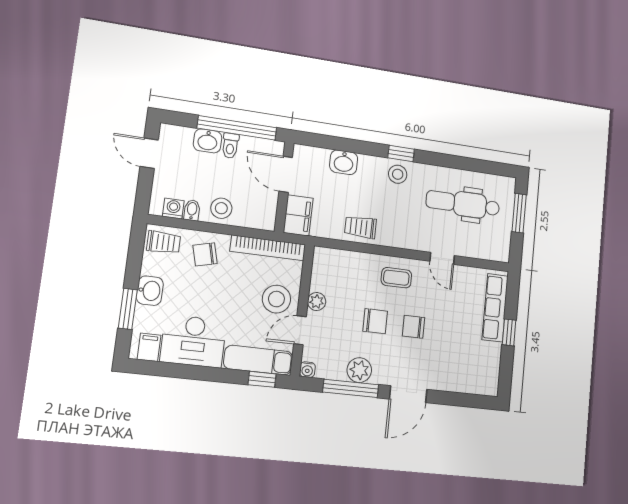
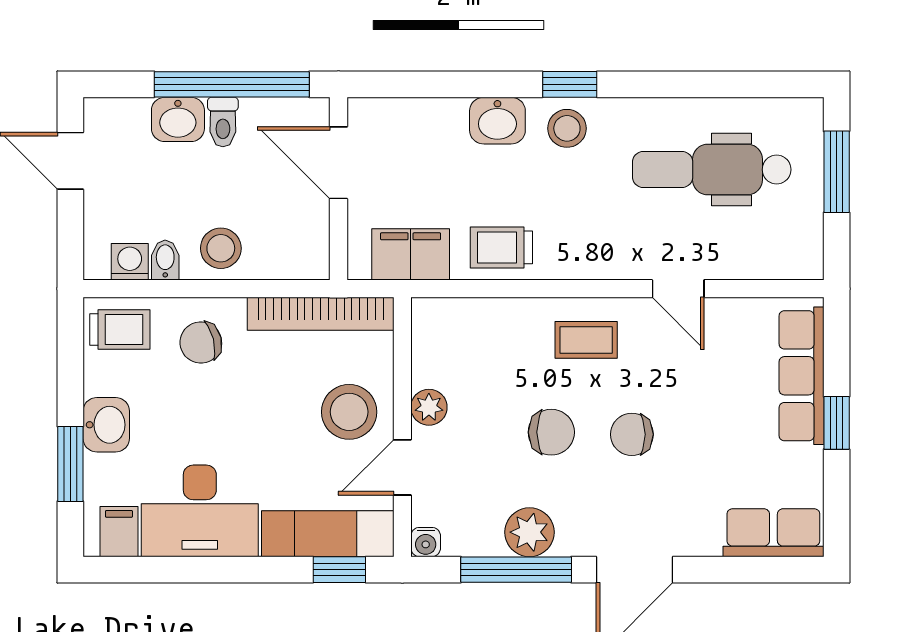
washbasin: (344, 162) -> (497, 121), moved
filing cabinet: (298, 215) -> (411, 254), moved, turned -90
row of seats: (475, 383) -> (773, 533), added

